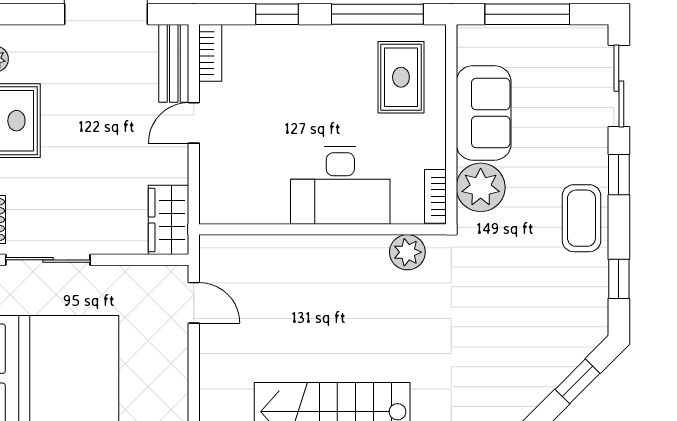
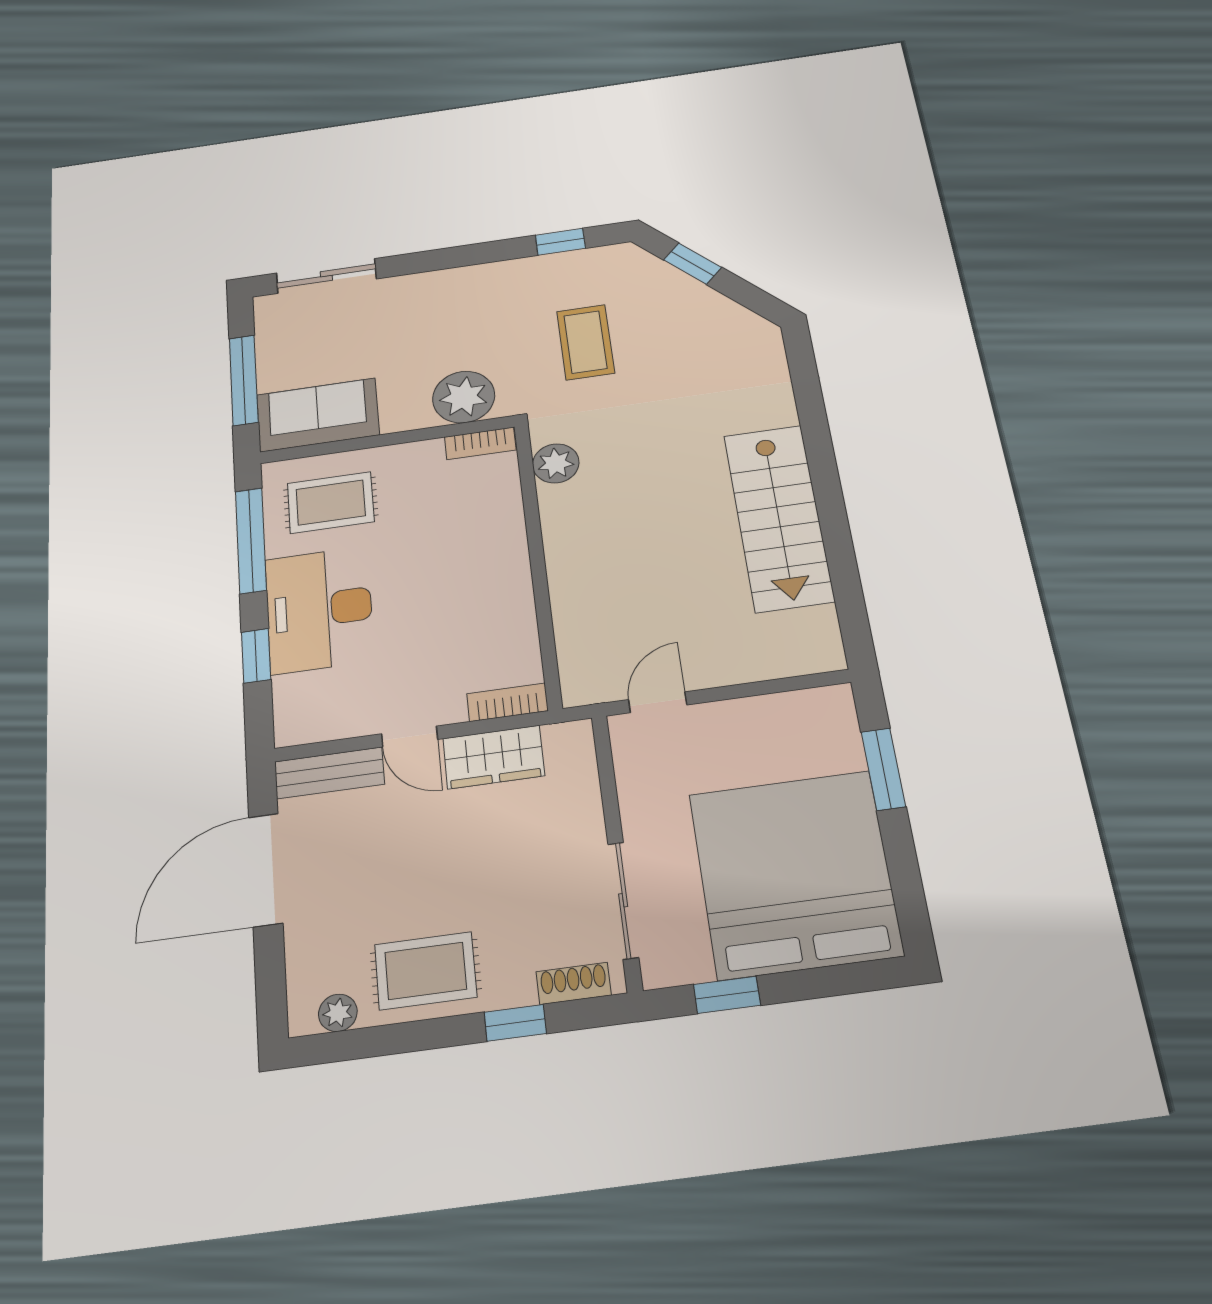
bookcase: (210, 53) -> (507, 702), moved
sofa: (484, 113) -> (318, 415), moved
window: (619, 175) -> (434, 260), removed
desk: (340, 185) -> (319, 610), moved, turned 180
coffee table: (581, 218) -> (586, 342), moved, turned 90
wardrobe: (168, 220) -> (494, 757), moved

